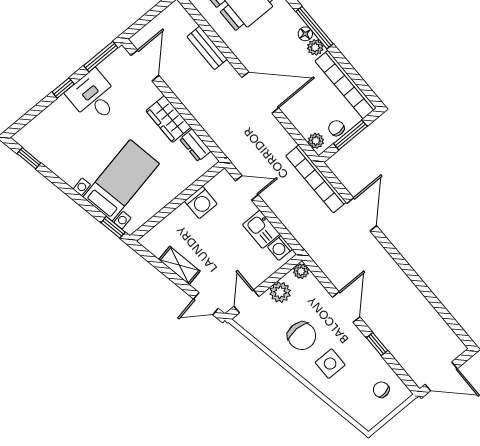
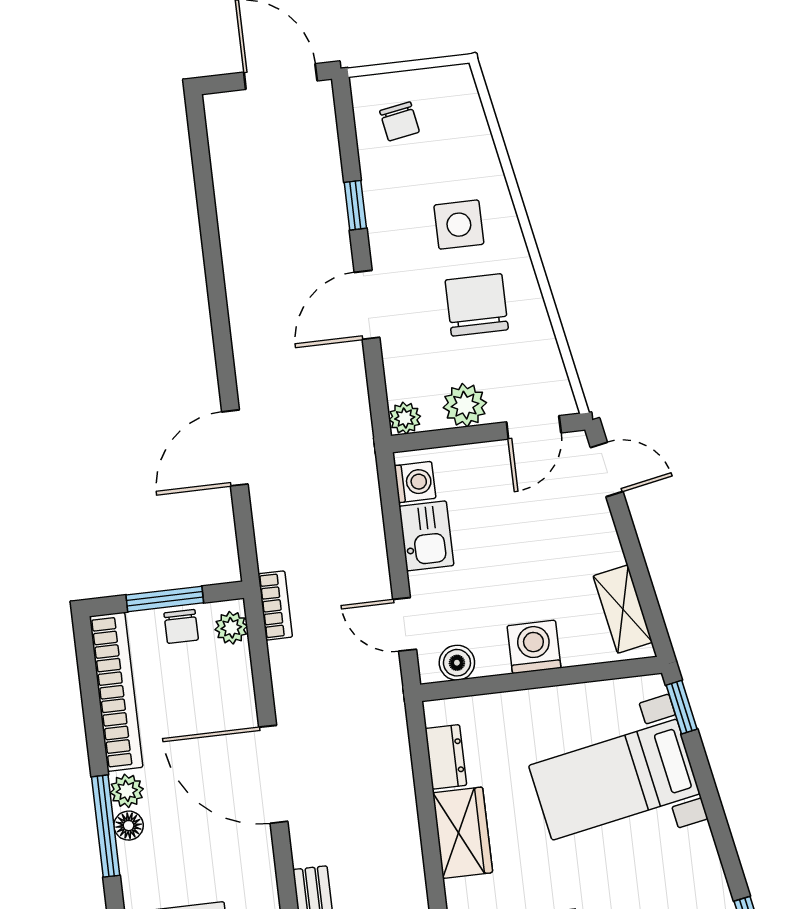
bookcase: (316, 179) -> (275, 605), width x0.43, depth x0.76
boiler: (216, 186) -> (457, 663), added
washing machine: (201, 203) -> (534, 647), moved
shelving: (179, 265) -> (623, 609), moved

